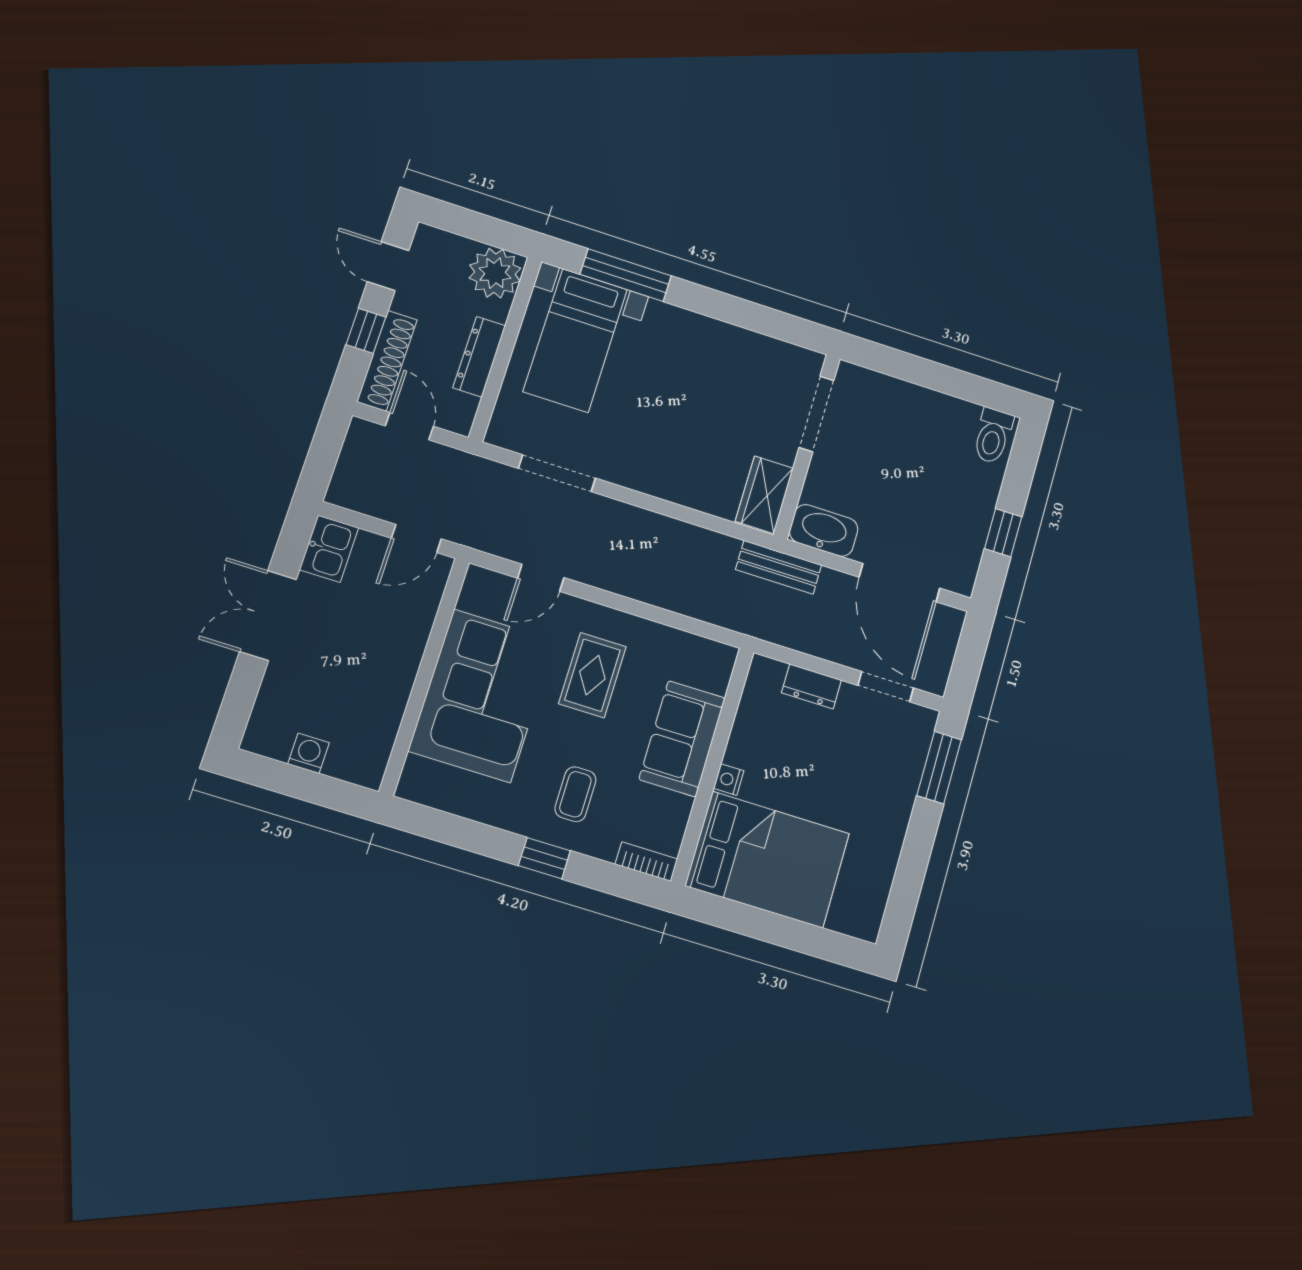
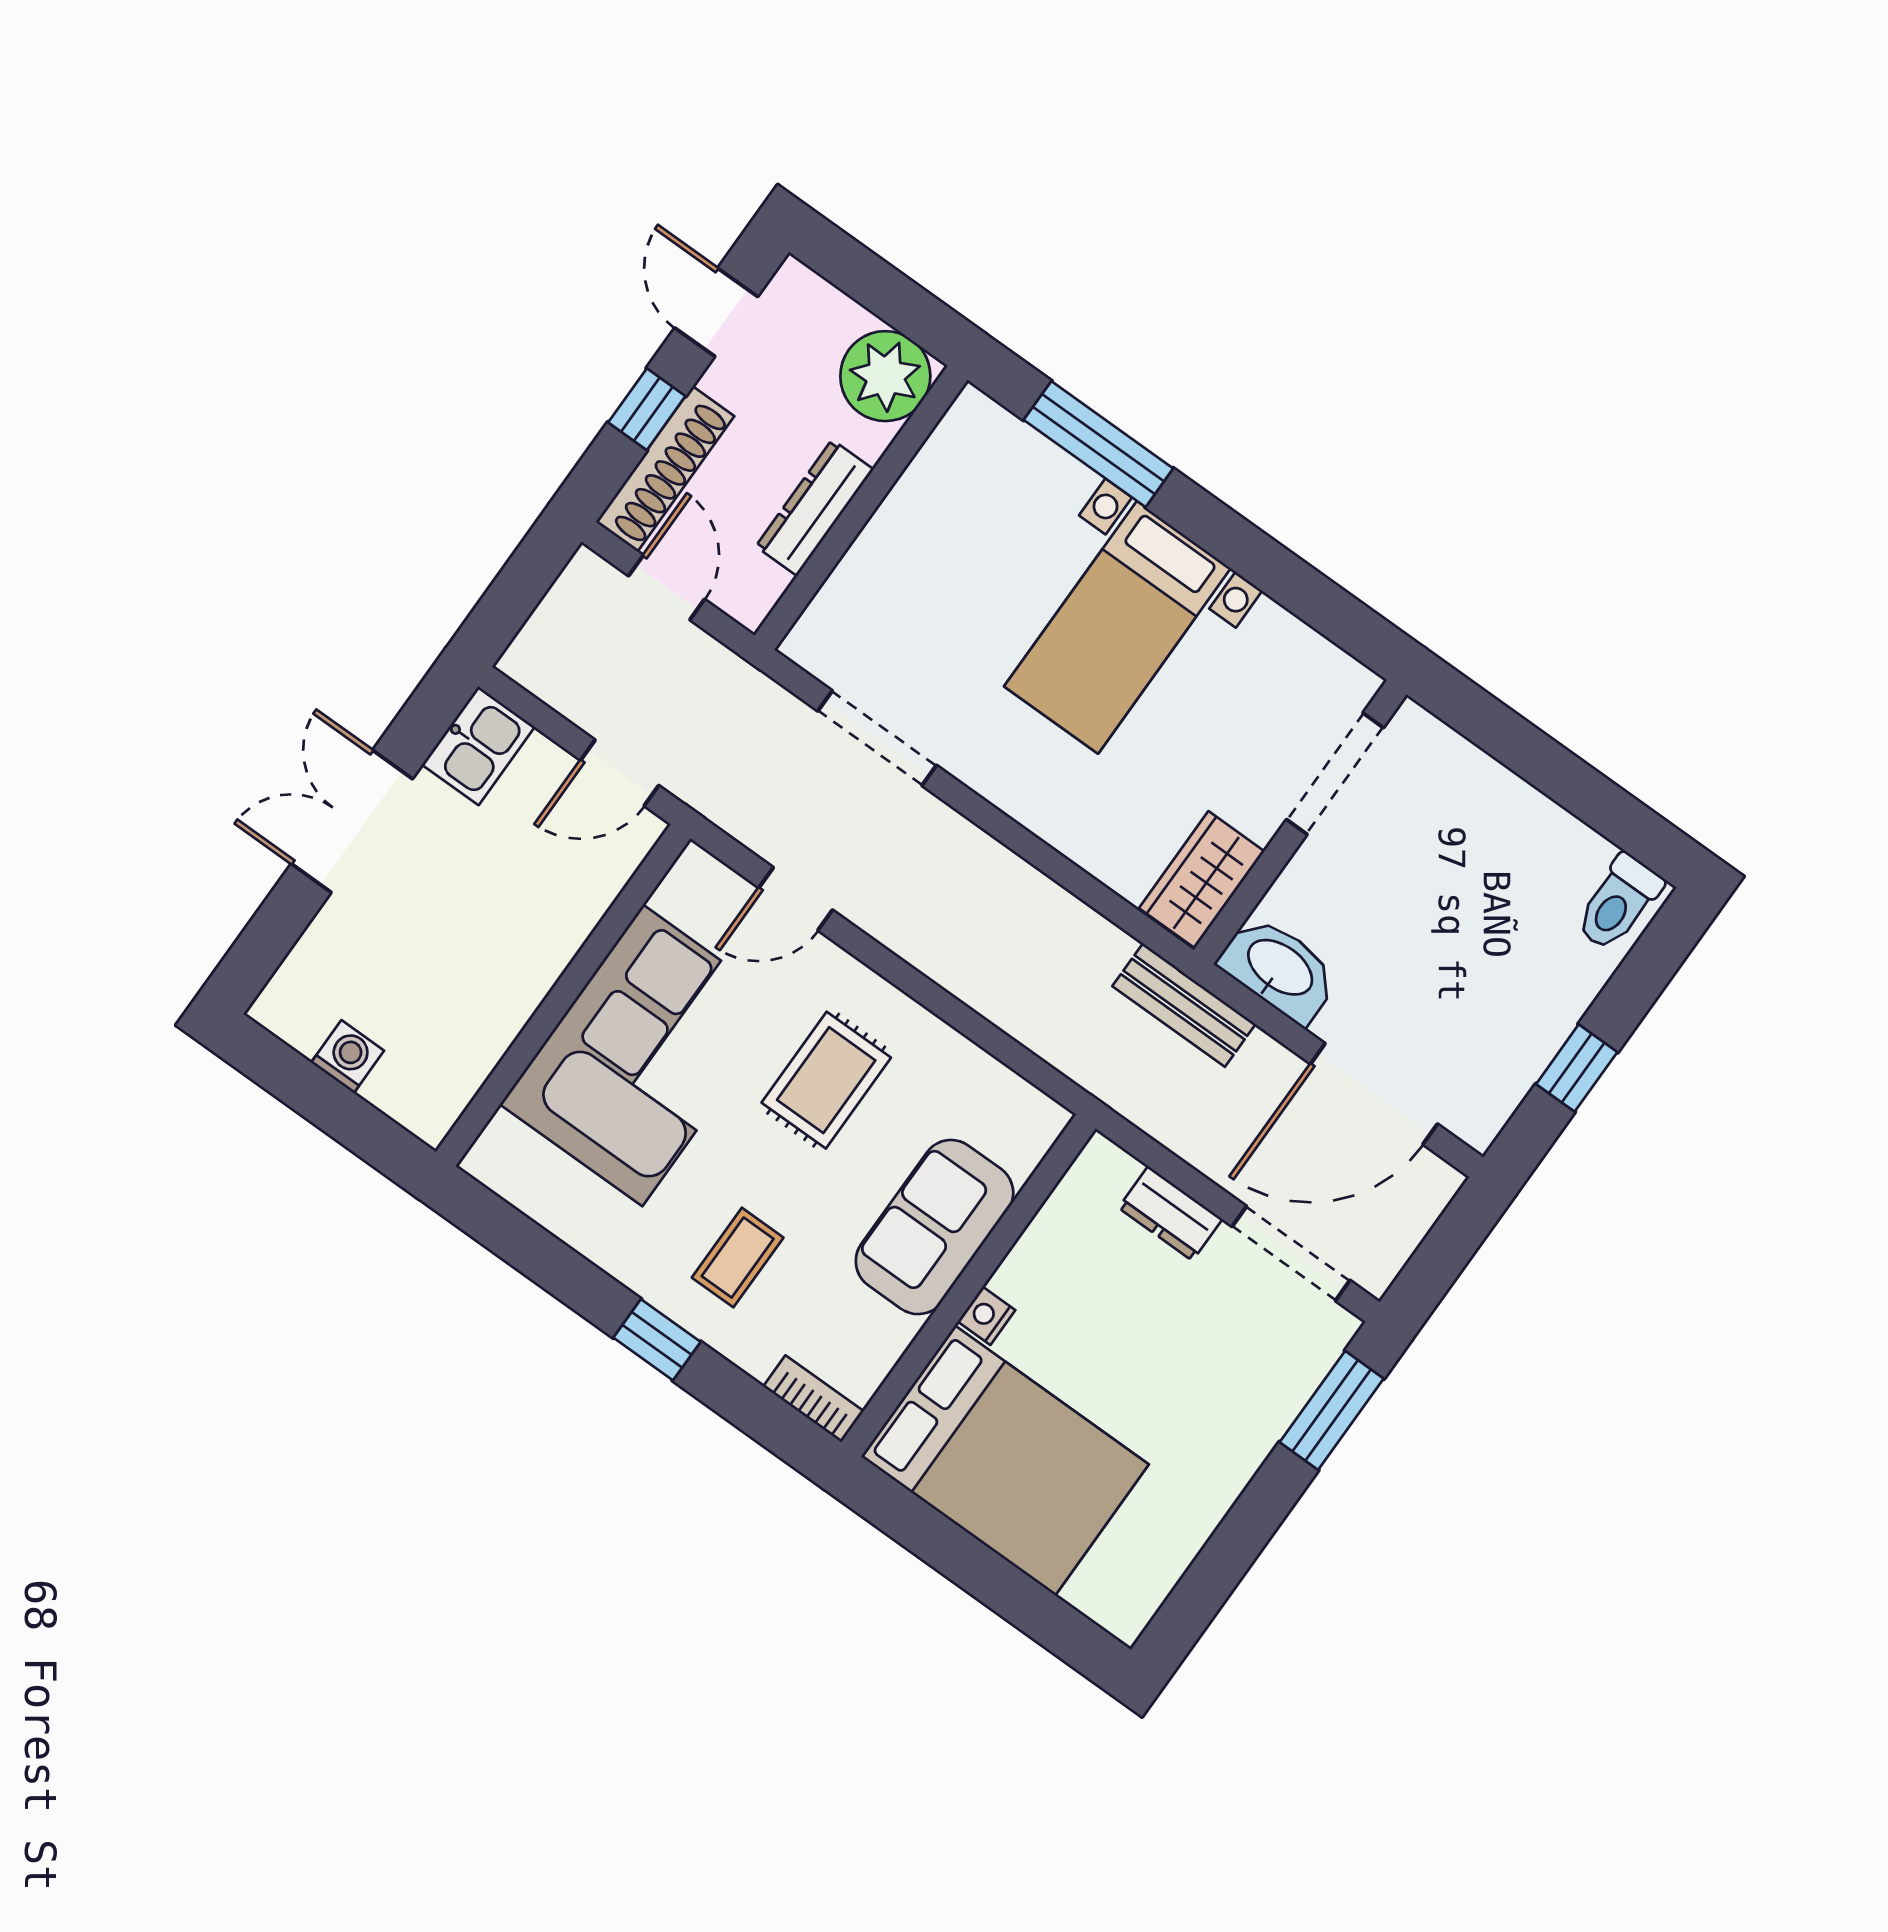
bed with nightstands: (575, 340) -> (1117, 627), moved
door: (900, 583) -> (1374, 1094), hinge flipped
doorway: (886, 687) -> (1291, 1253), width x1.38

